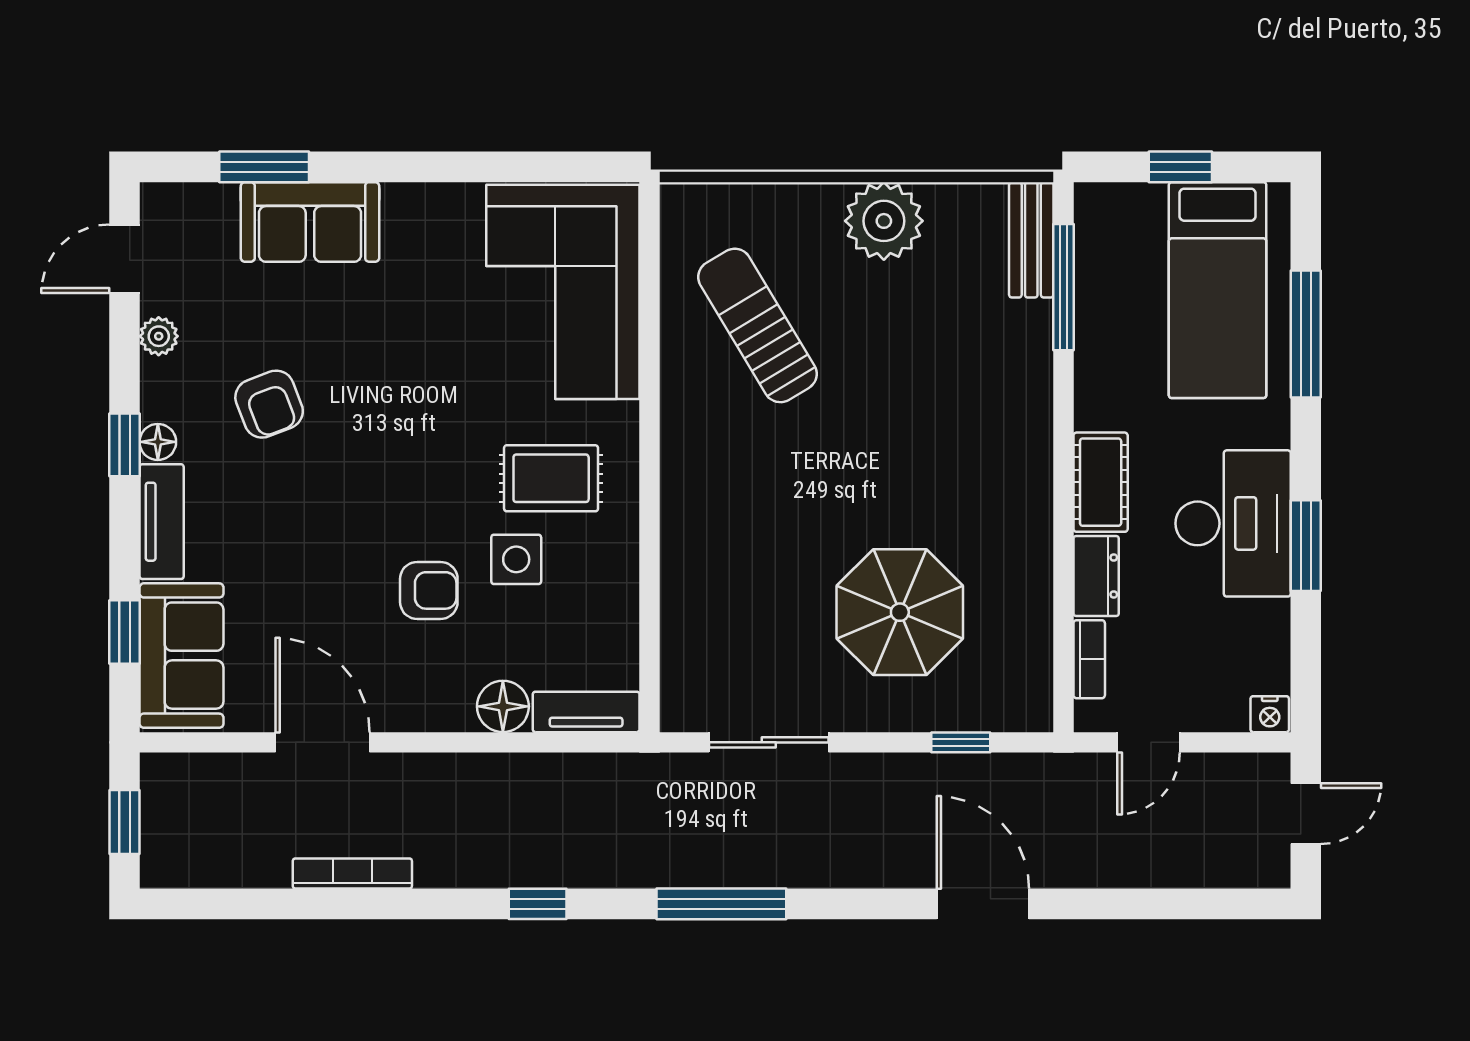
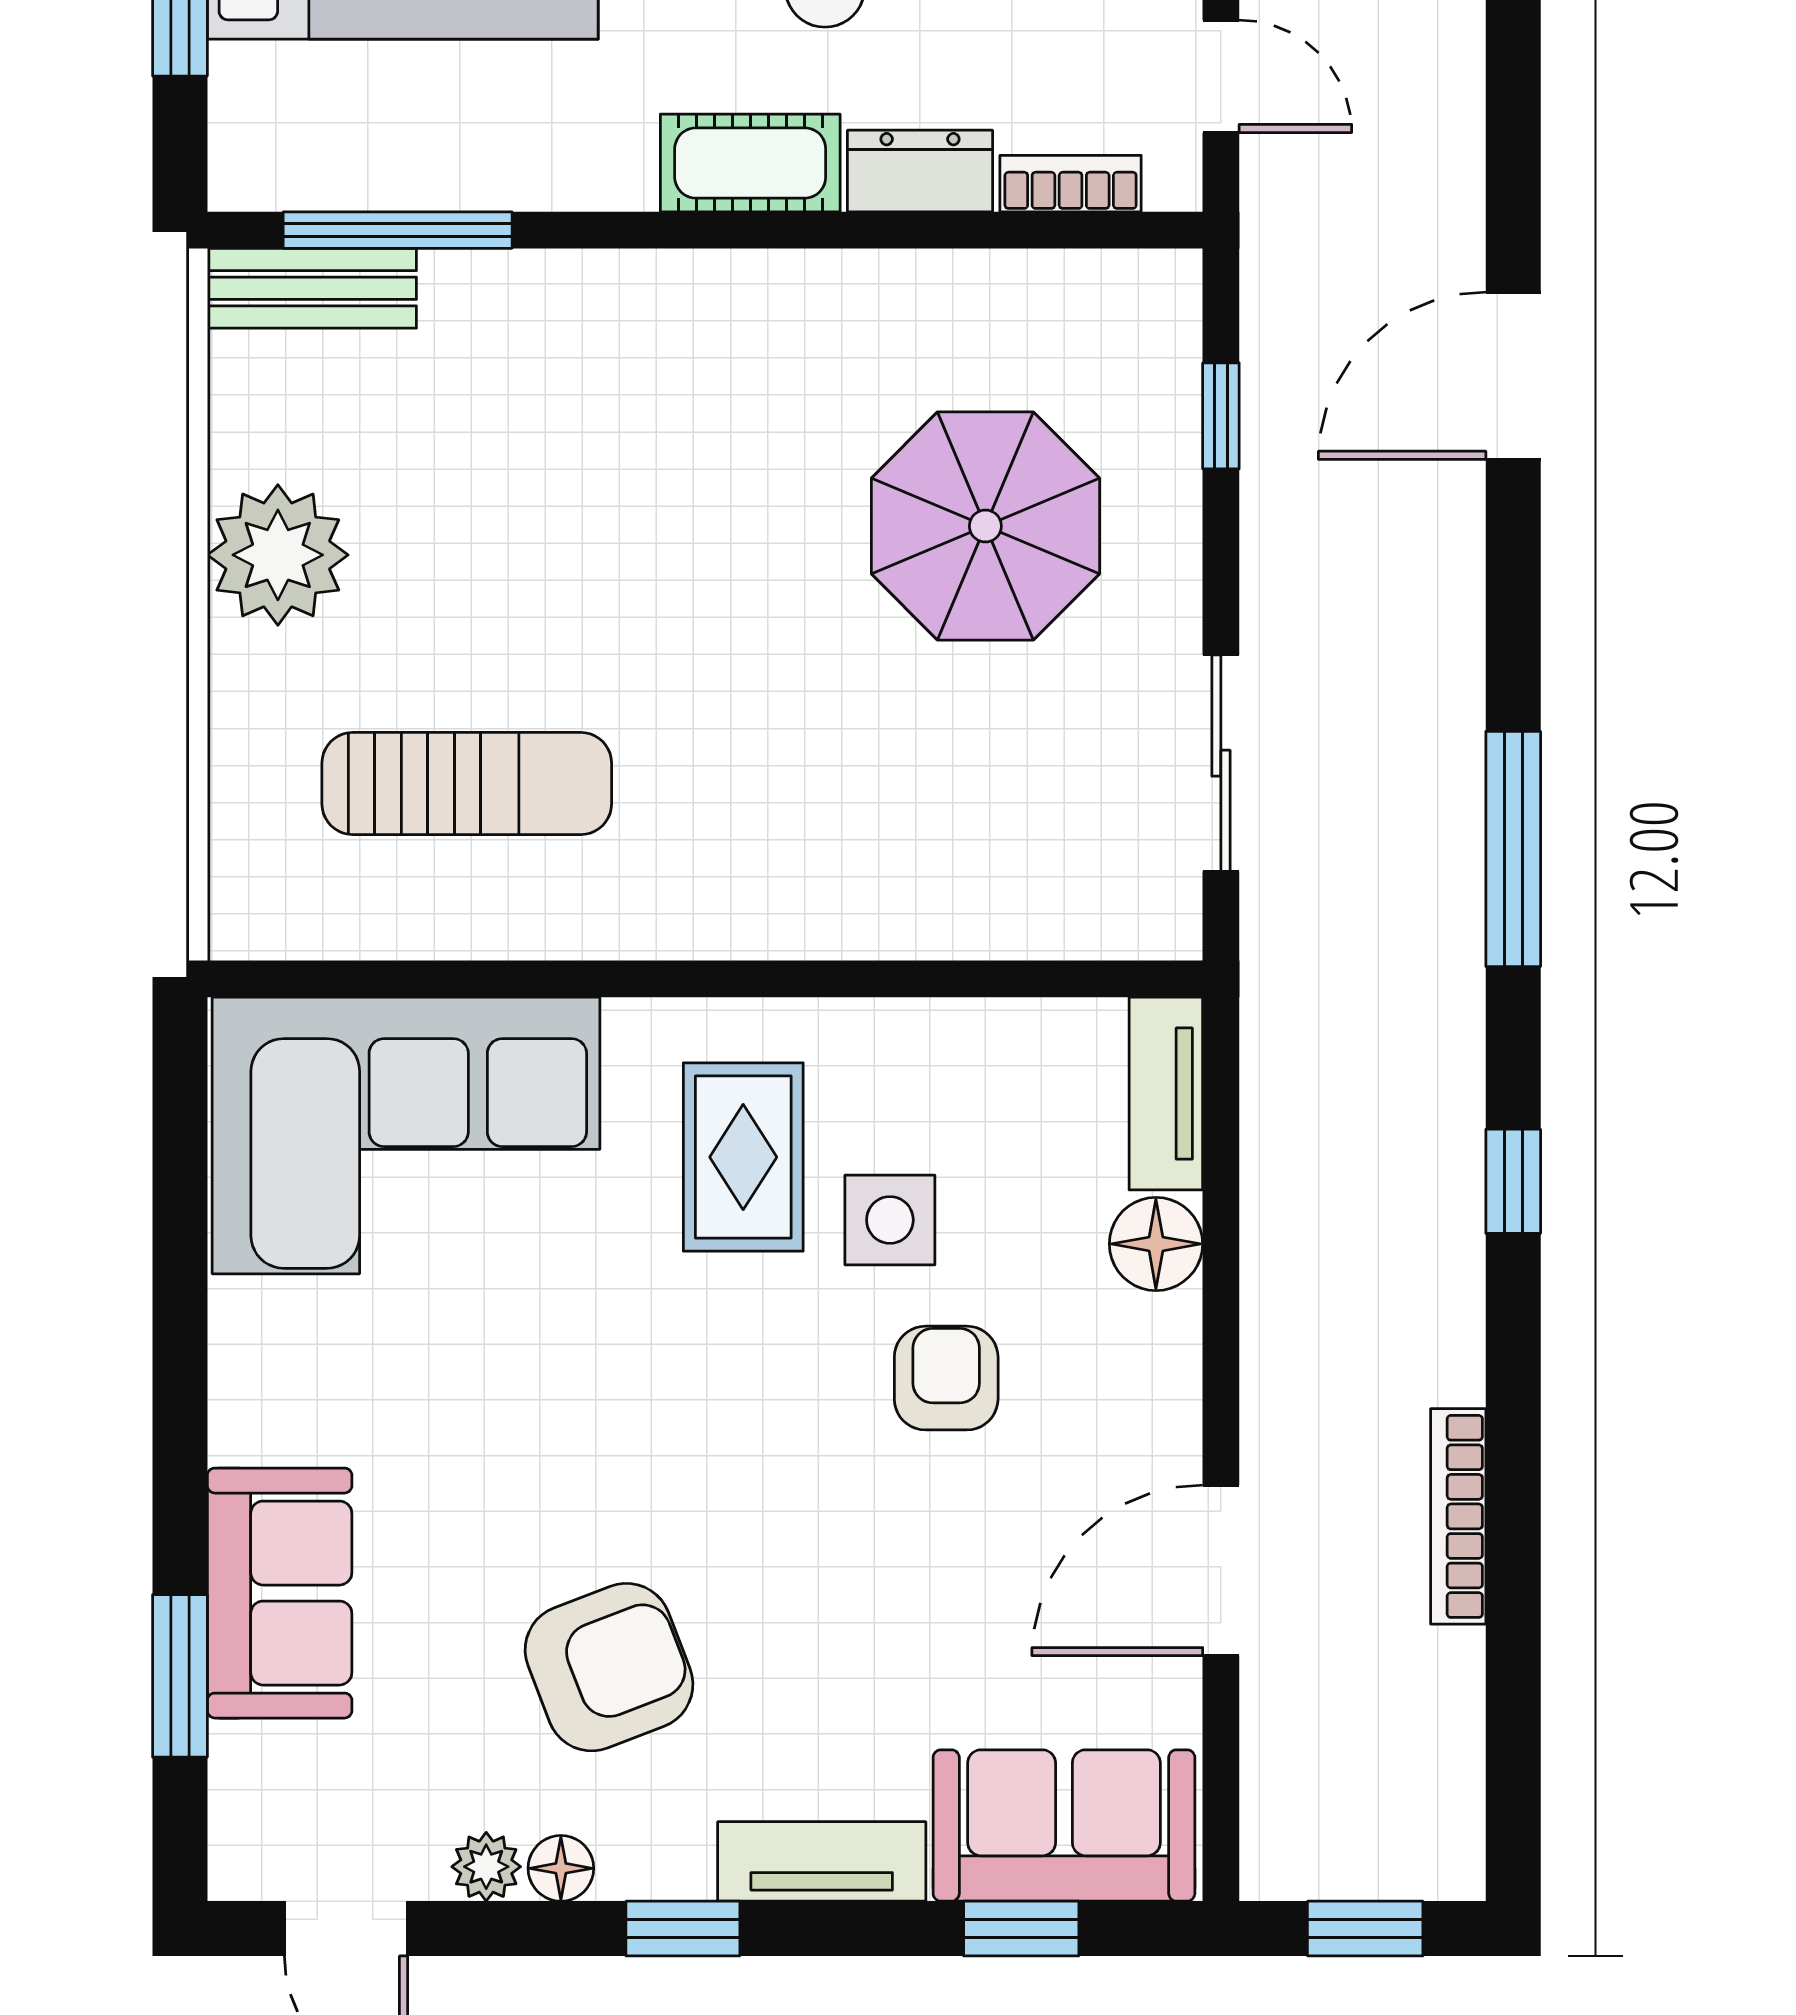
sun lounger: (758, 325) -> (467, 783), turned -149
armchair: (269, 404) -> (609, 1667), width x1.38, depth x1.38
floor lamp: (158, 442) -> (561, 1868), moved

